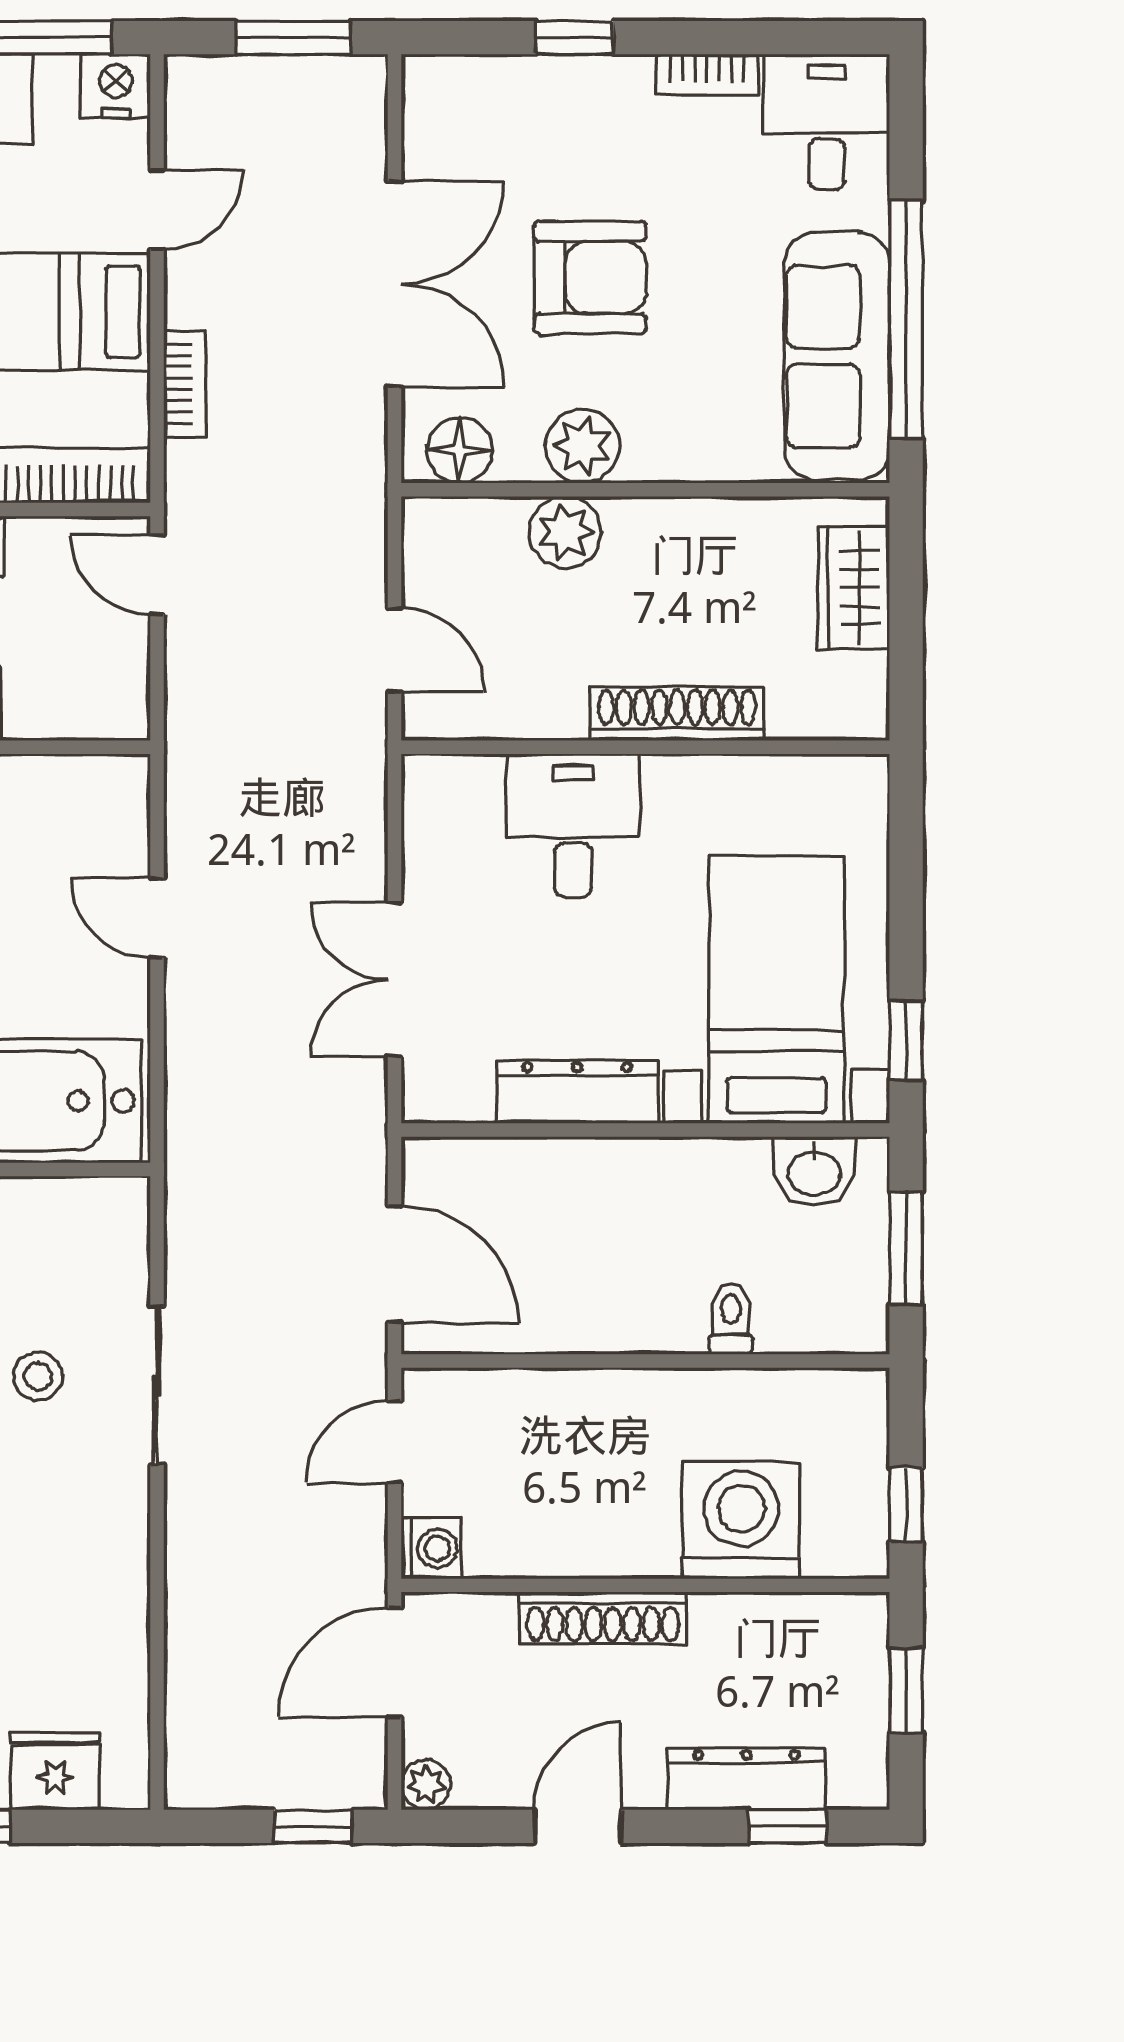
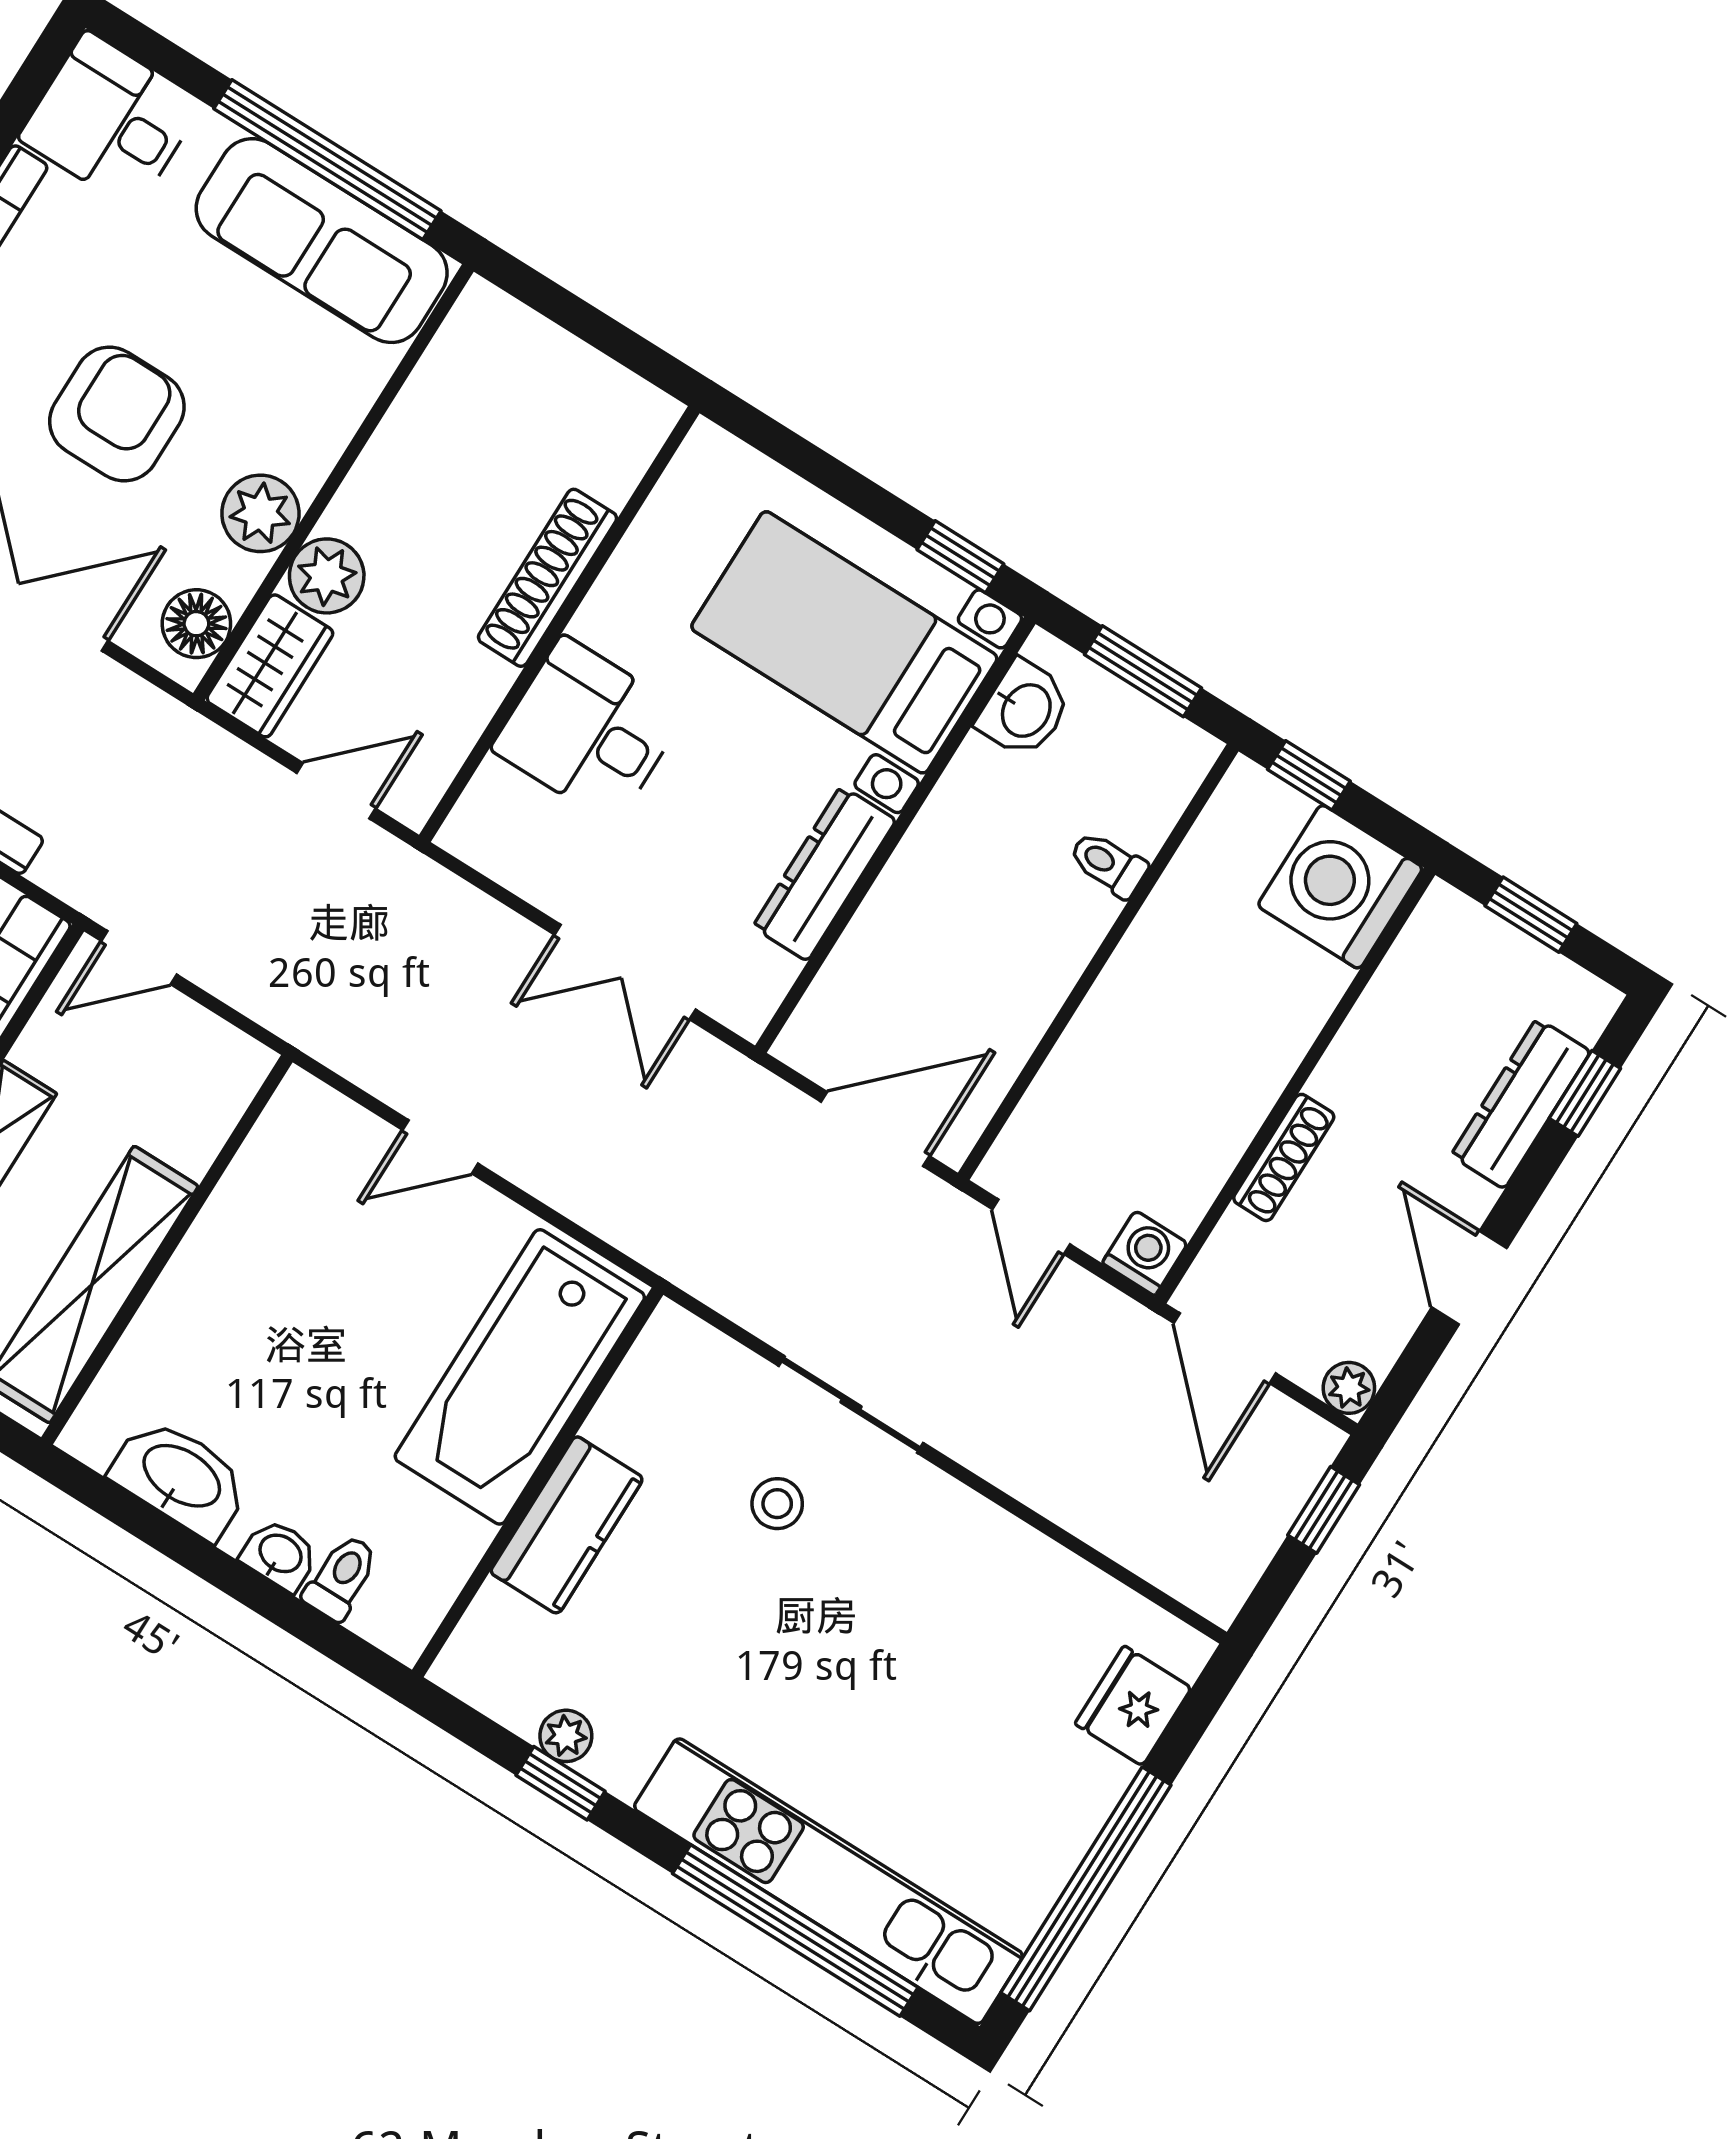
wardrobe: (854, 588) -> (270, 666), moved, turned -90
window: (906, 1505) -> (1309, 775), moved
washing machine: (741, 1520) -> (1340, 887), moved
shoe rack: (603, 1618) -> (1284, 1157), width x0.74, depth x0.81

